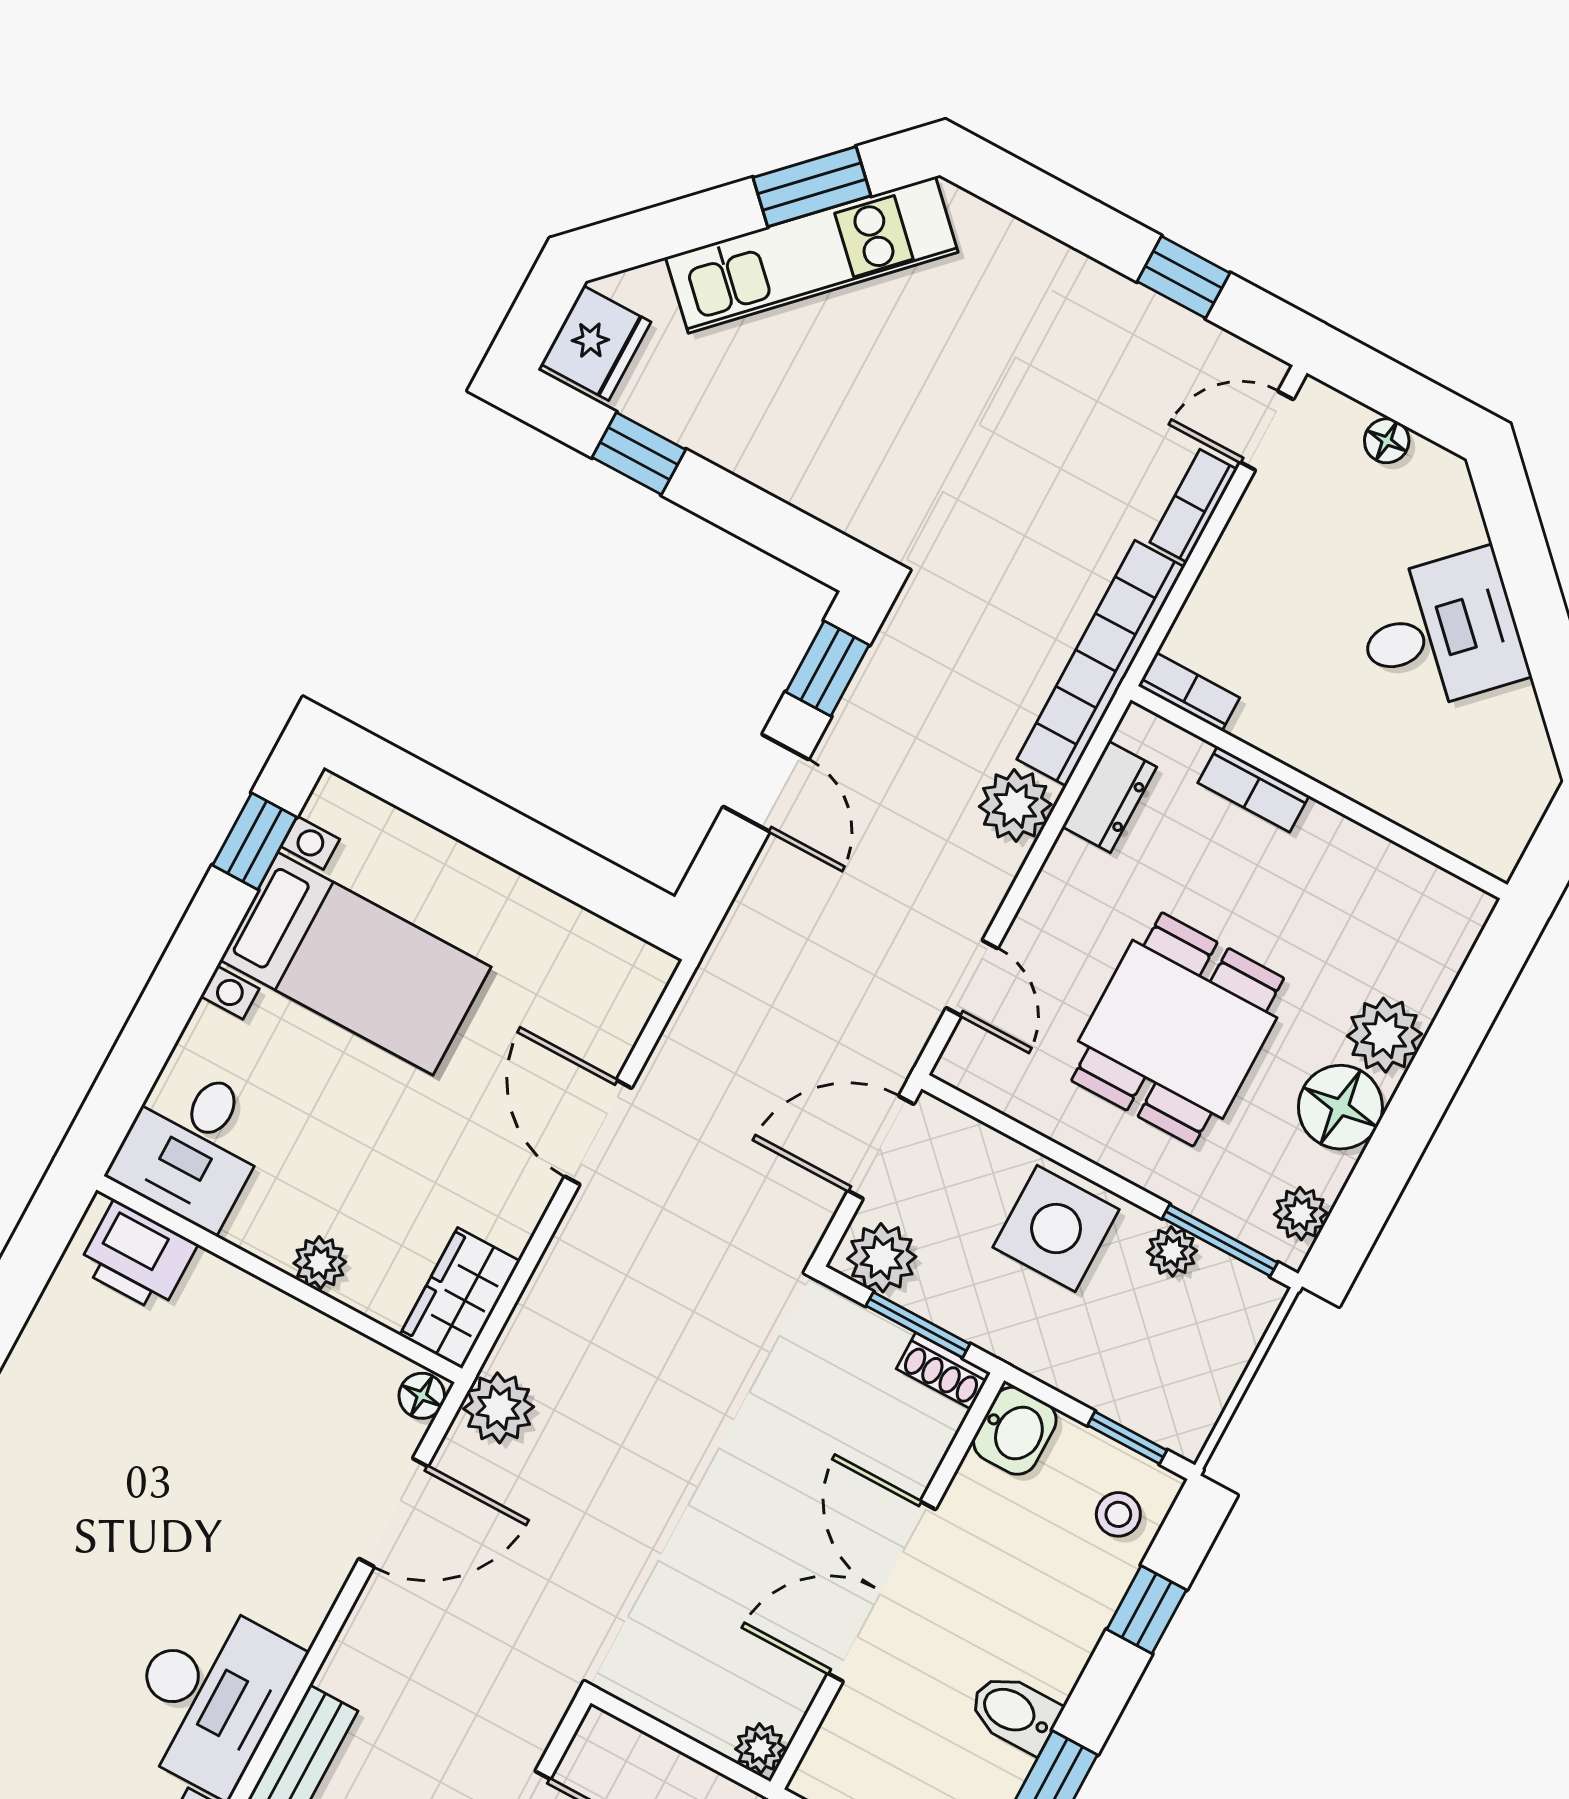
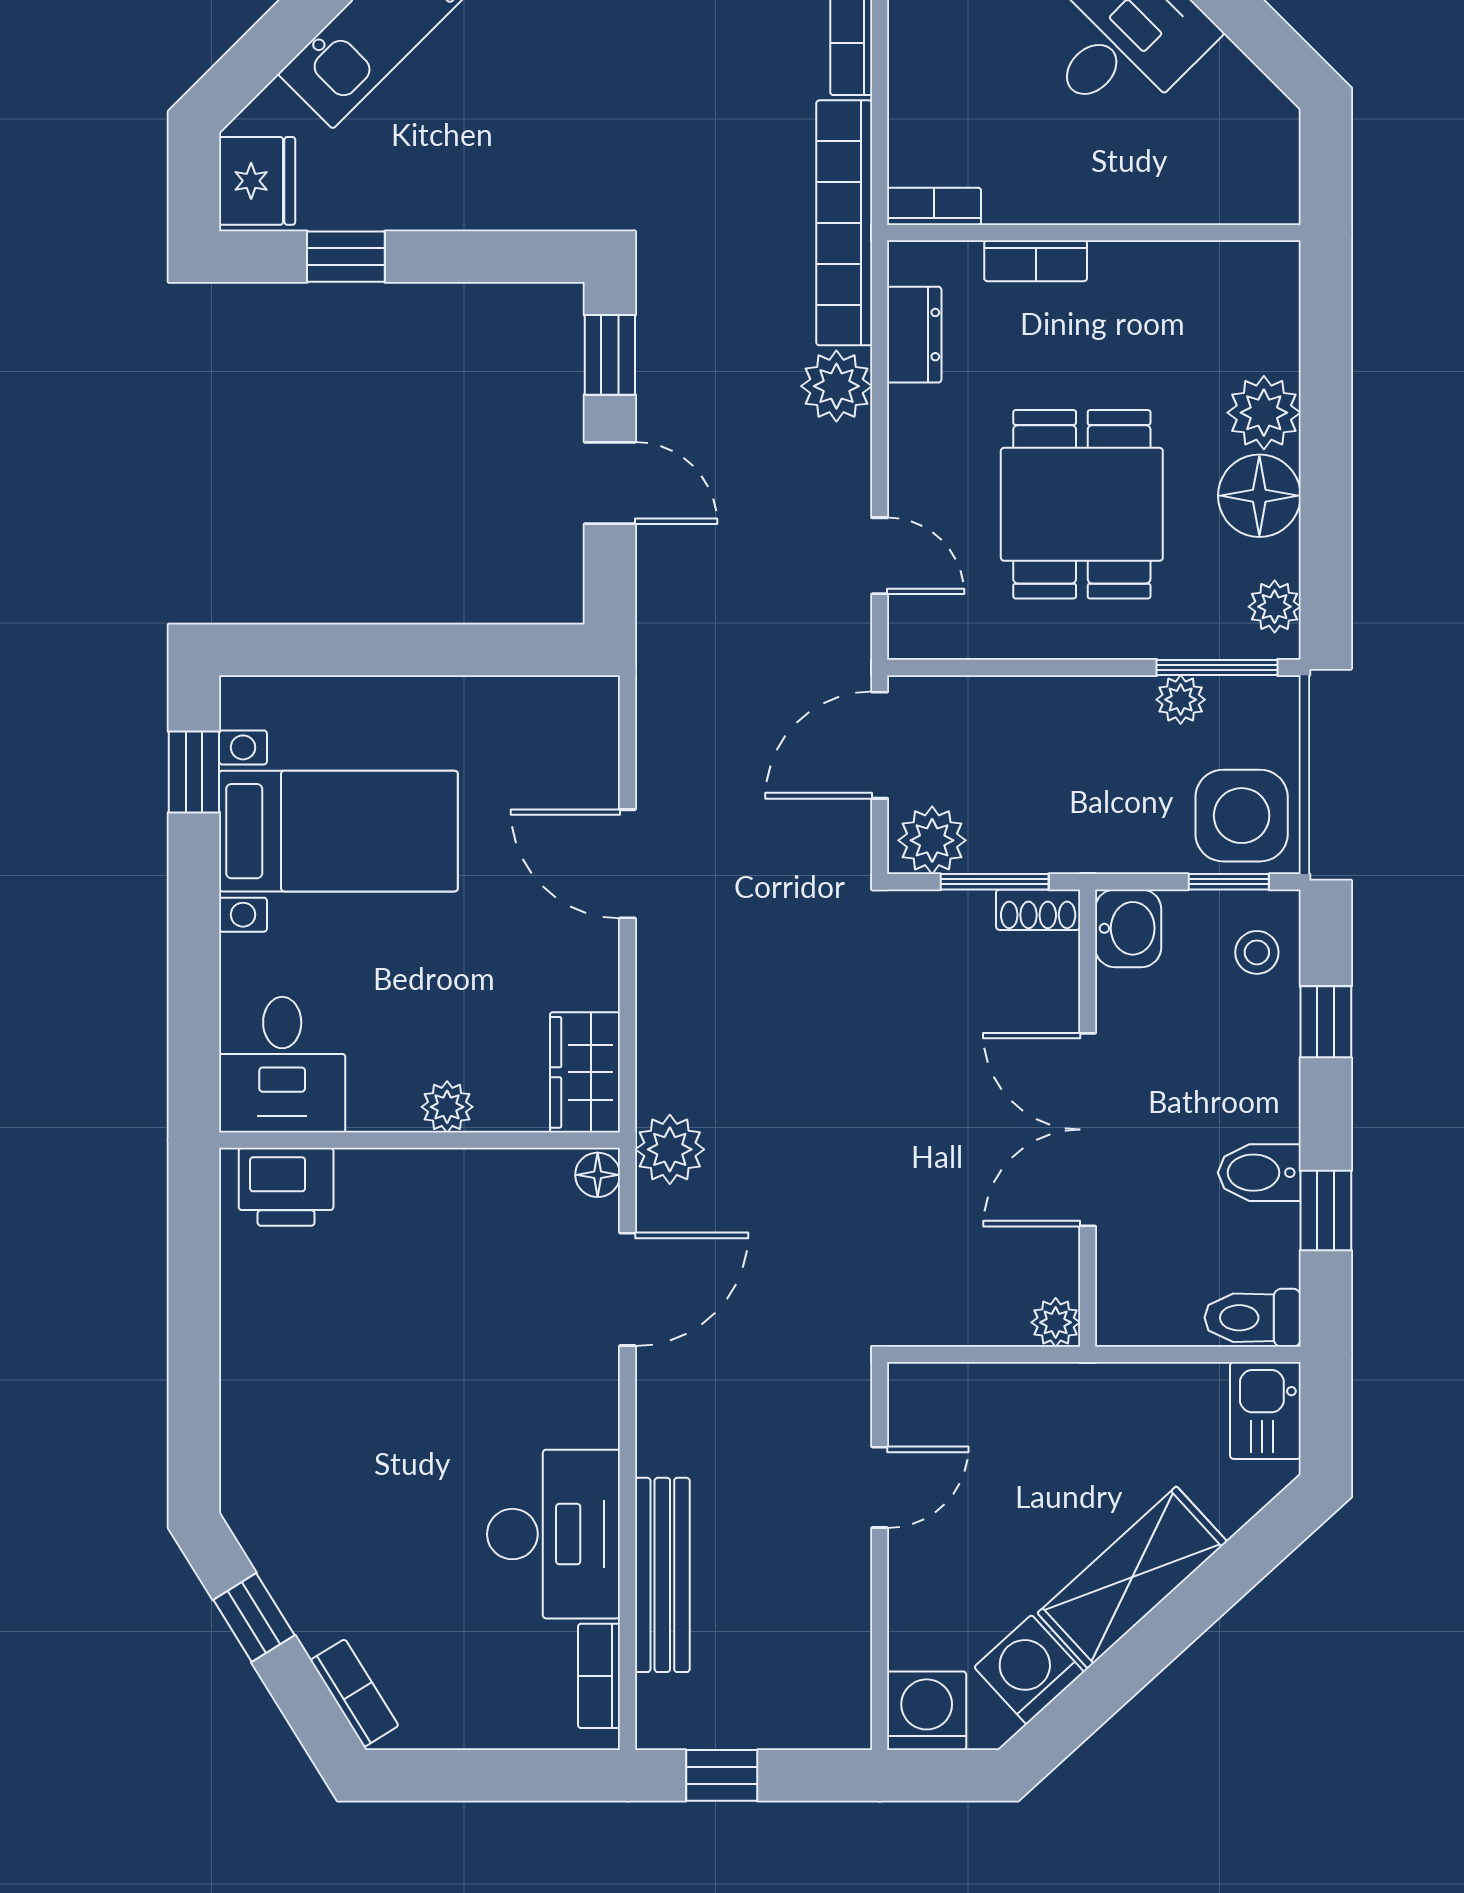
side table: (1056, 1228) -> (1242, 816), moved

